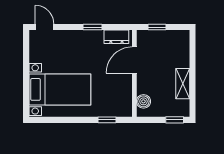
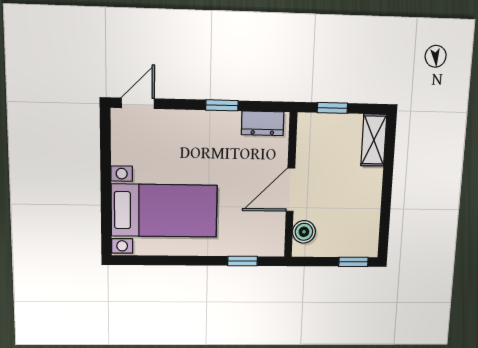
door: (45, 27) -> (138, 103), hinge flipped
door: (134, 60) -> (290, 190), moved
shelving: (183, 84) -> (374, 140), moved

